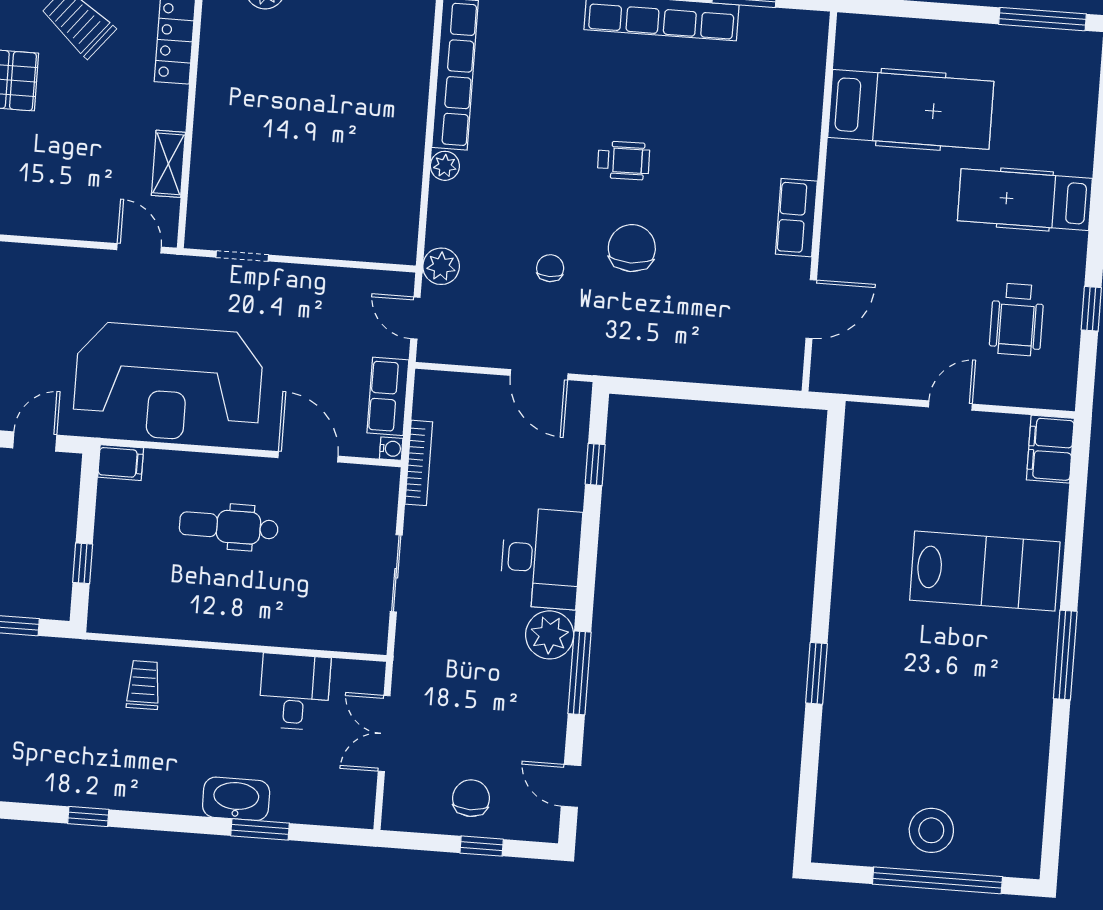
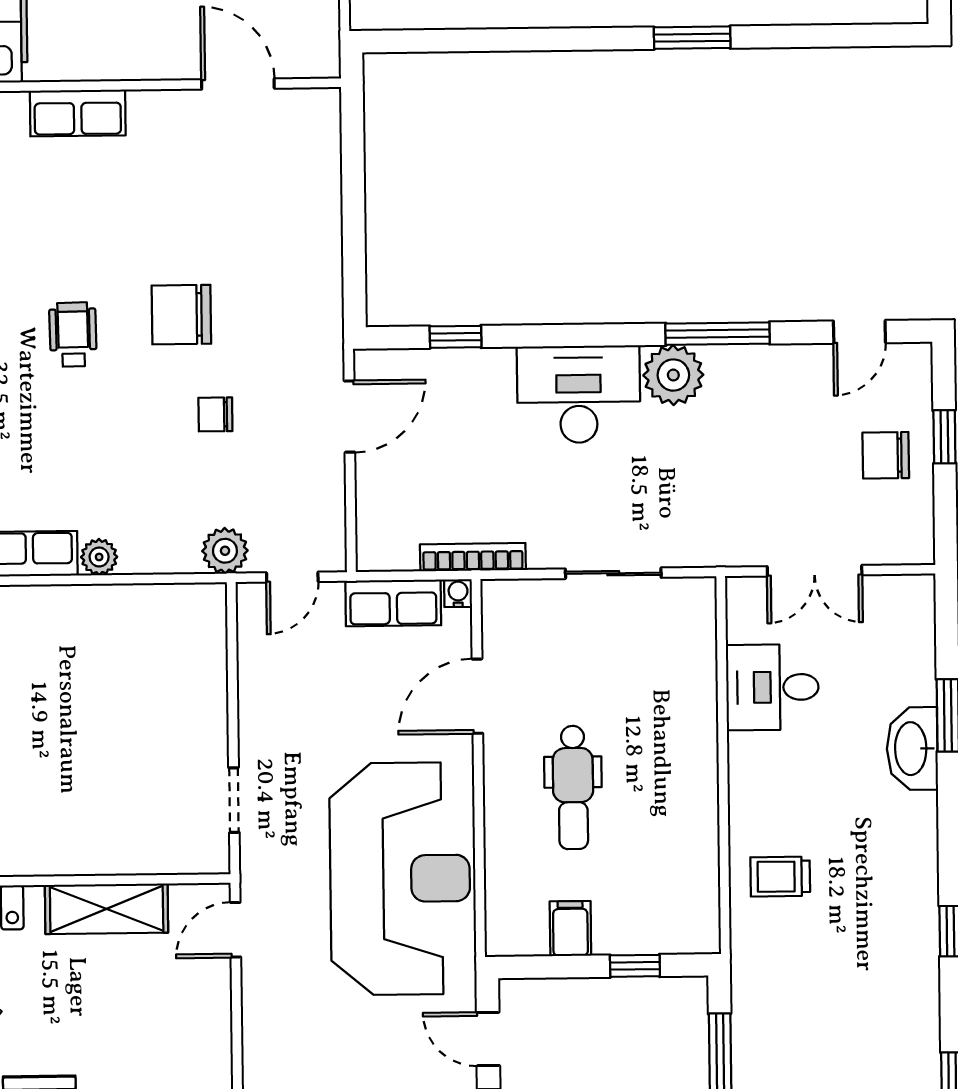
shelving: (168, 164) -> (107, 909), width x1.50, depth x1.33
row of seats: (796, 218) -> (78, 113), moved
filing cabinet: (121, 463) -> (570, 929), moved

